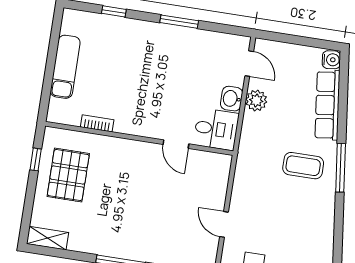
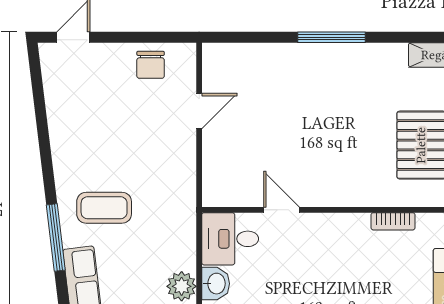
window: (341, 168) -> (56, 237), moved
door: (224, 224) -> (199, 111), hinge flipped

